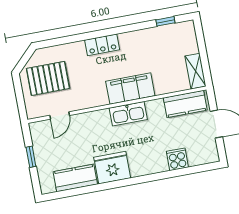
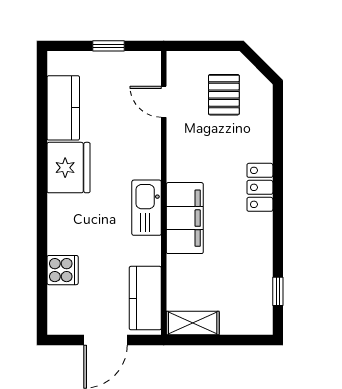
pallet: (48, 78) -> (224, 95), width x0.67, depth x0.71

